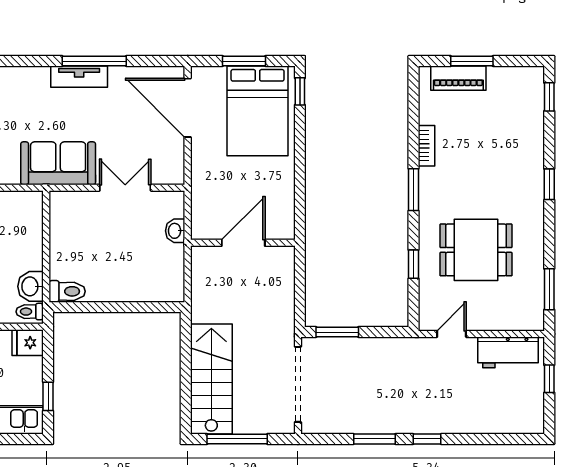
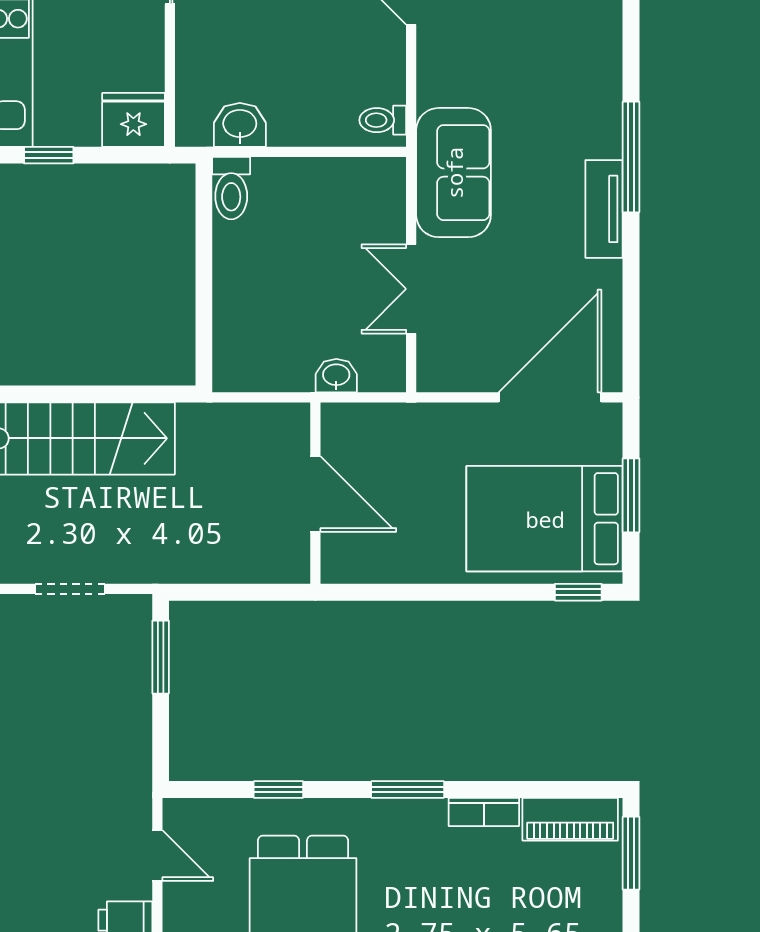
window: (94, 61) -> (631, 157), moved
window: (472, 61) -> (631, 853), moved
piano: (458, 78) -> (570, 819), moved, turned -90
double door: (125, 188) -> (411, 289), swing flipped
toilet: (30, 312) -> (383, 120), moved, turned -90
fridge: (28, 343) -> (133, 120), width x1.38
doorway: (298, 384) -> (70, 589), width x0.53

